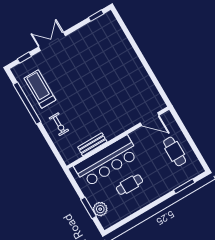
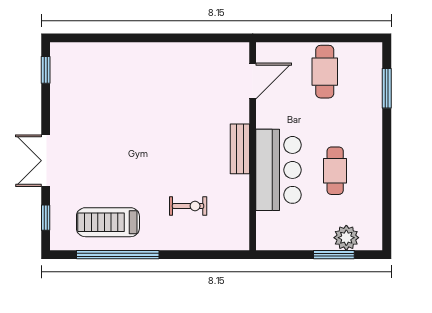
exercise bike: (59, 124) -> (188, 206), moved
bench: (92, 144) -> (240, 149), moved
cafe table: (175, 151) -> (325, 72), turned 90
bar counter: (107, 161) -> (278, 170), width x0.73

